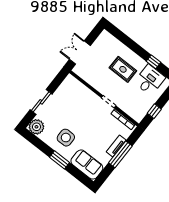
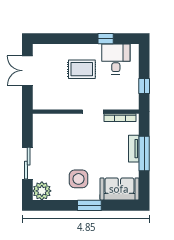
double door: (80, 52) -> (27, 71), moved

